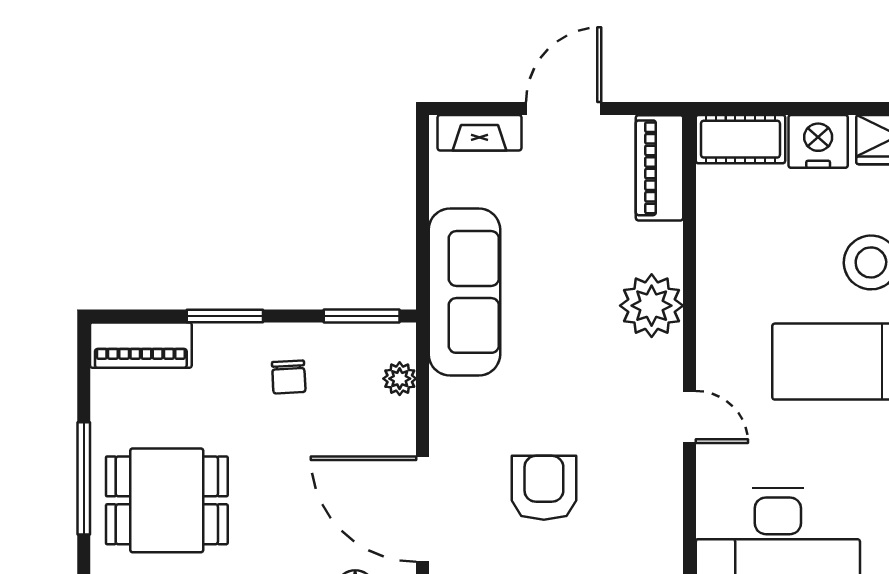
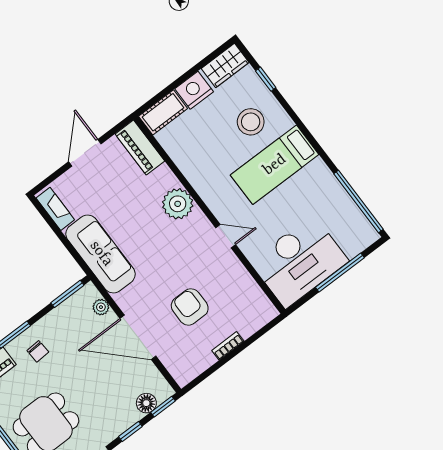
fireplace: (479, 133) -> (55, 209), moved, turned -90
chair: (289, 377) -> (38, 351), moved
door: (423, 509) -> (138, 337), moved

